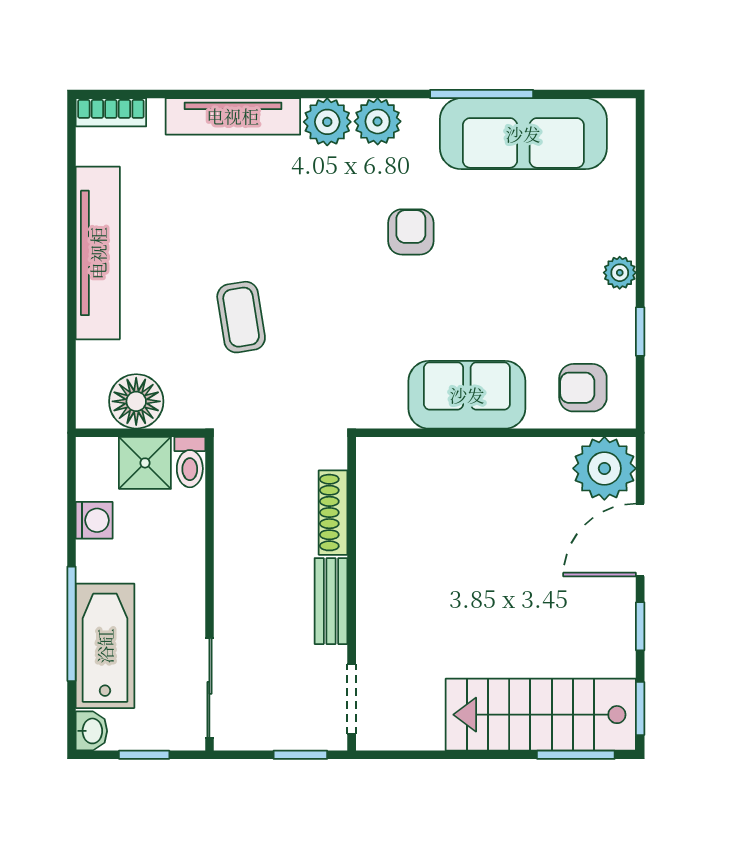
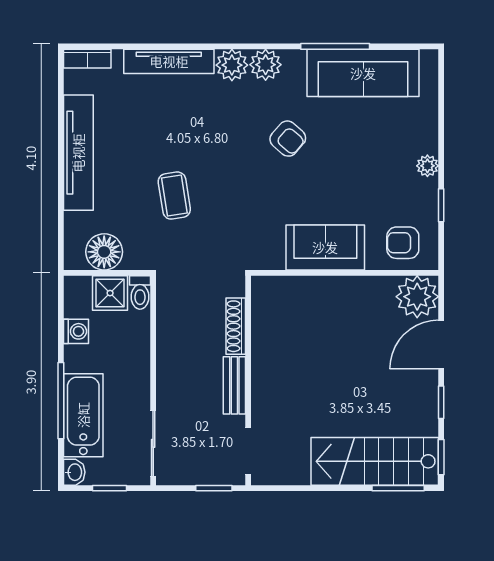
armchair: (411, 232) -> (288, 139), turned 131

